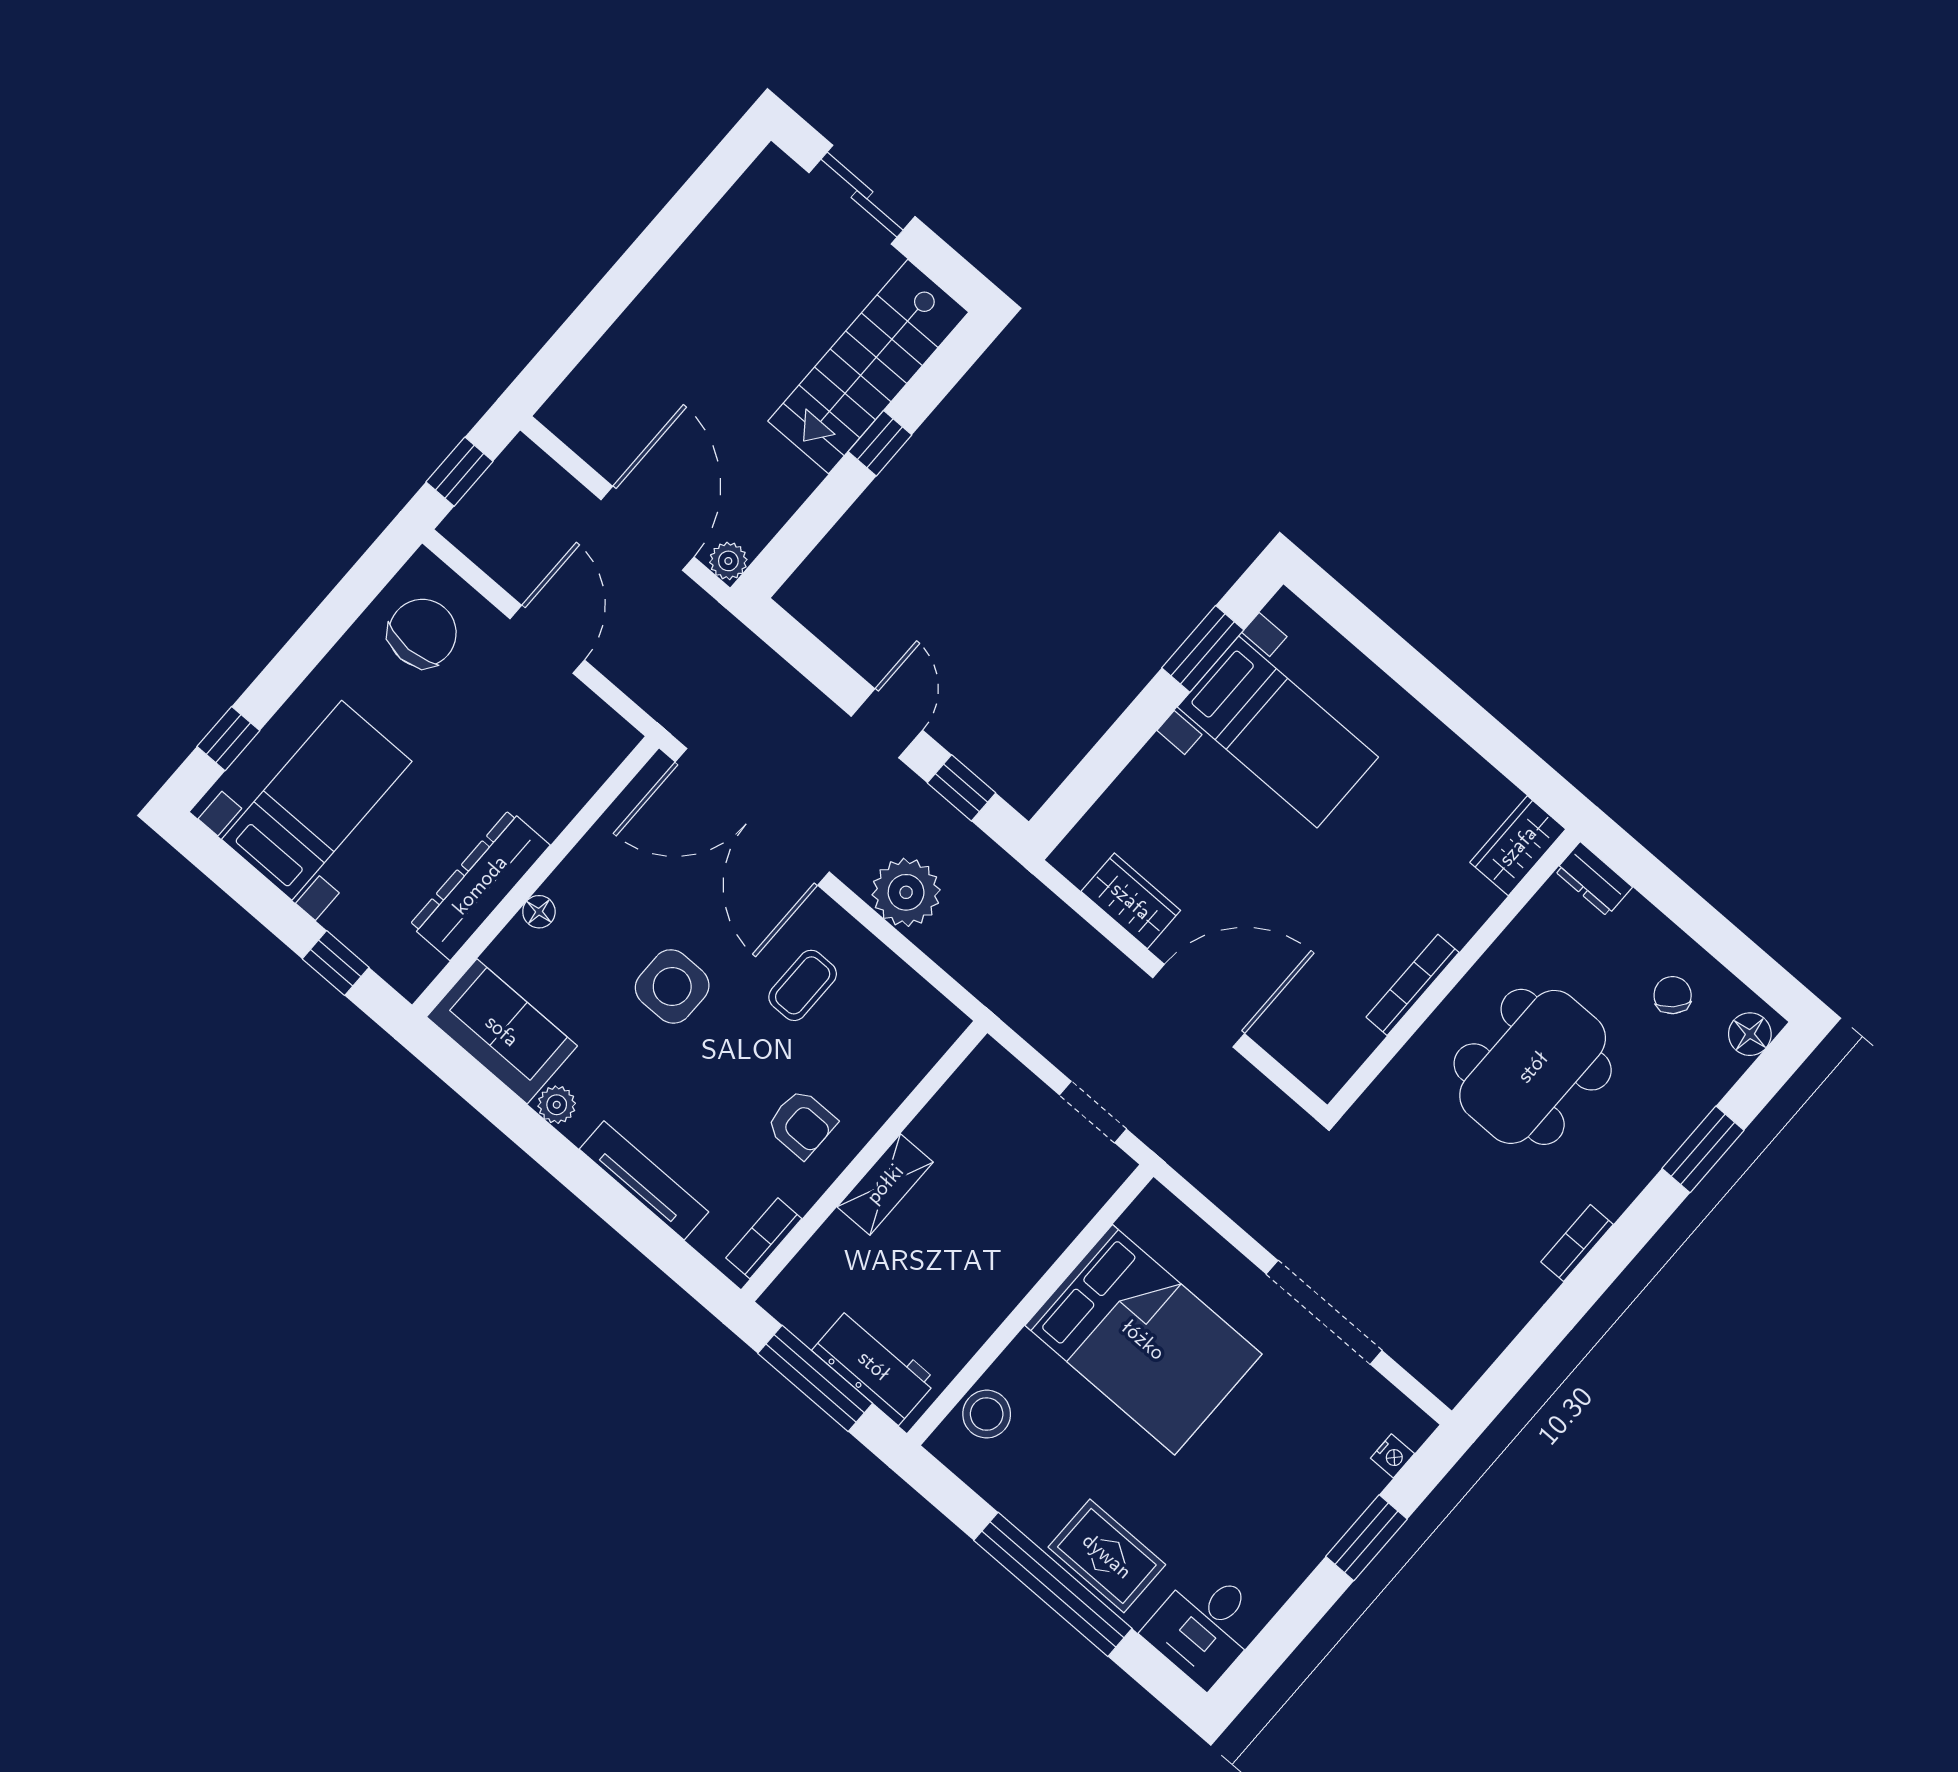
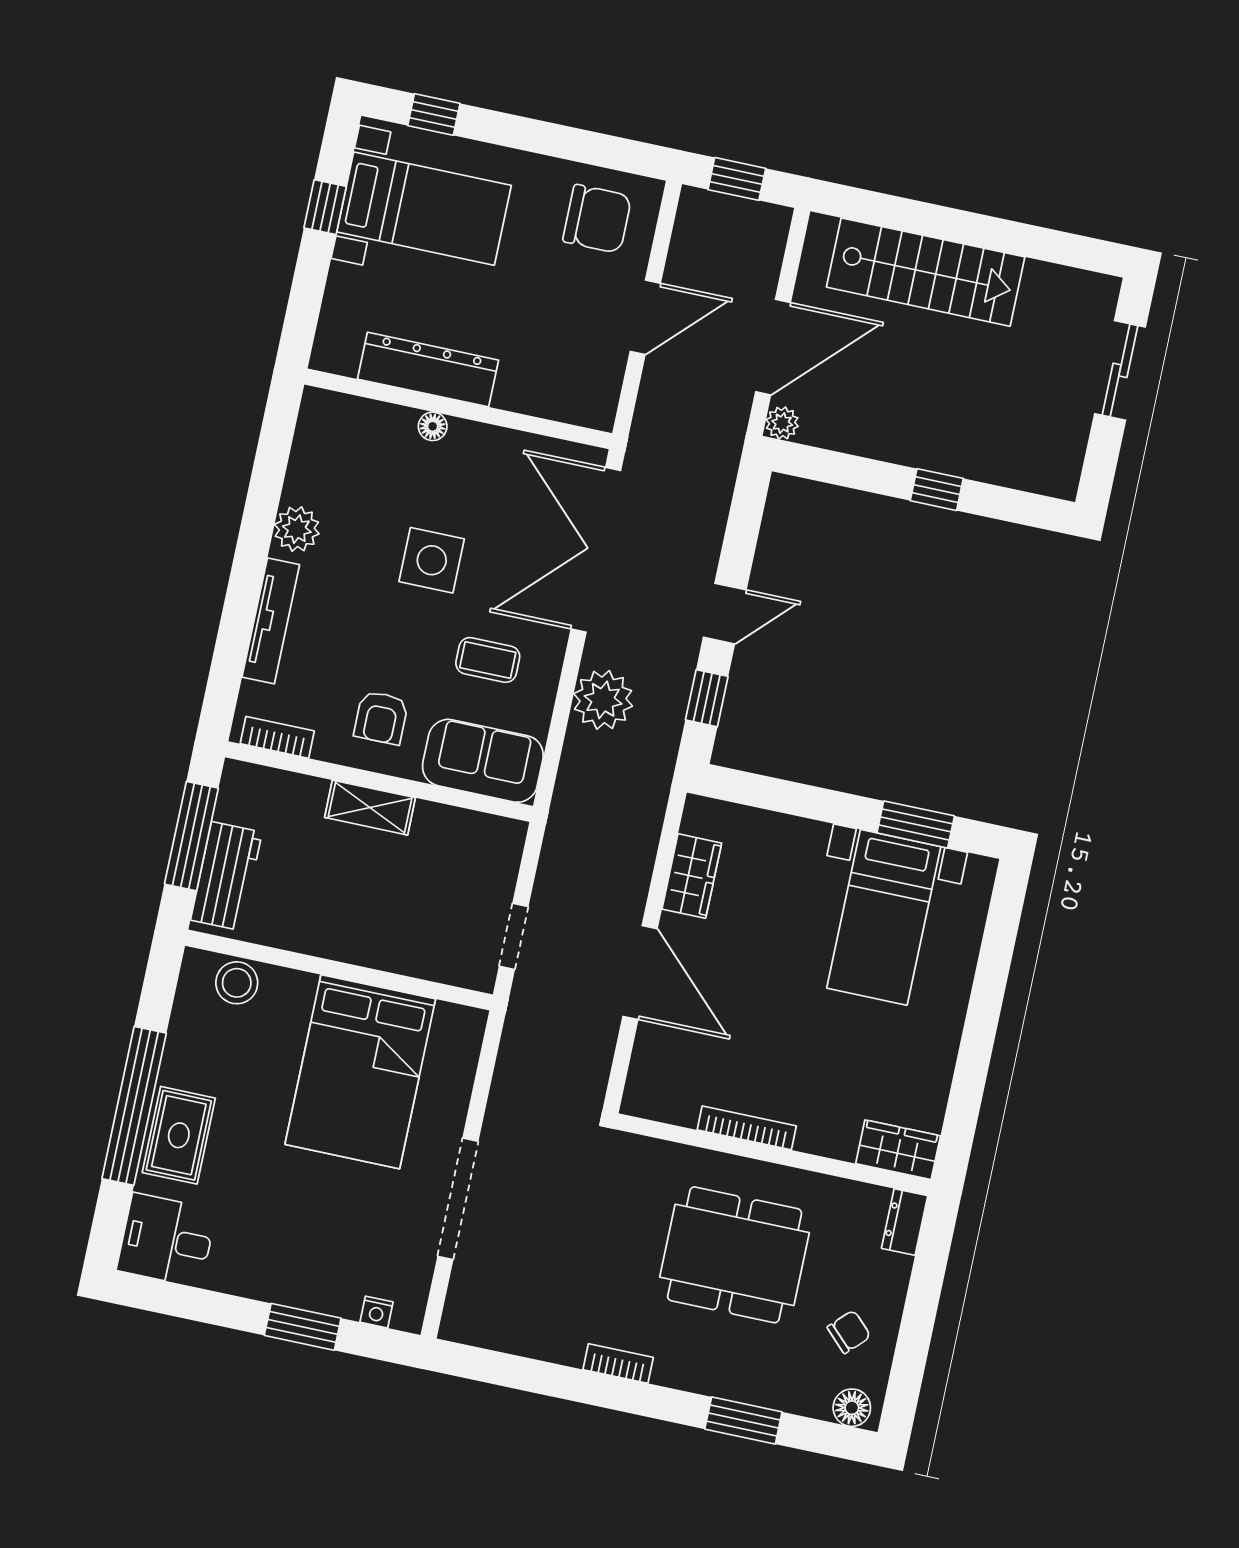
stairs: (868, 367) -> (926, 272), moved, turned 180
window: (336, 963) -> (325, 207), moved
sofa: (502, 1031) -> (483, 761), moved, turned -90
plant: (557, 1105) -> (297, 529), width x1.38, depth x1.38

